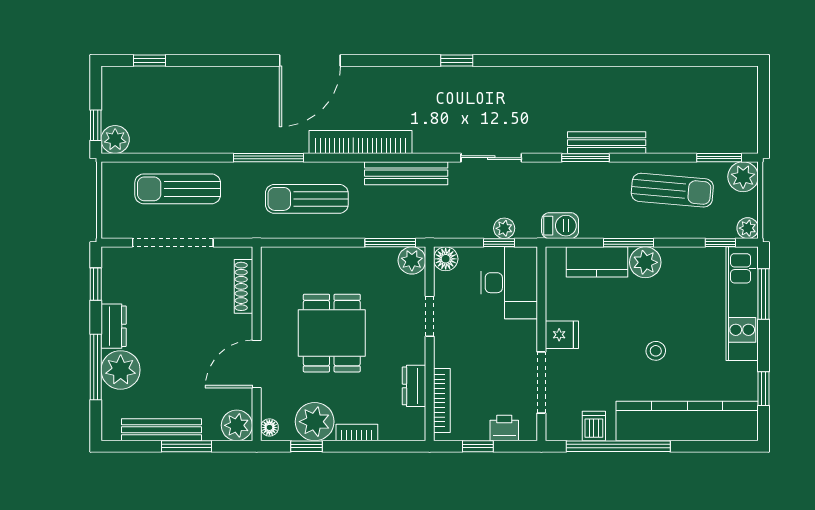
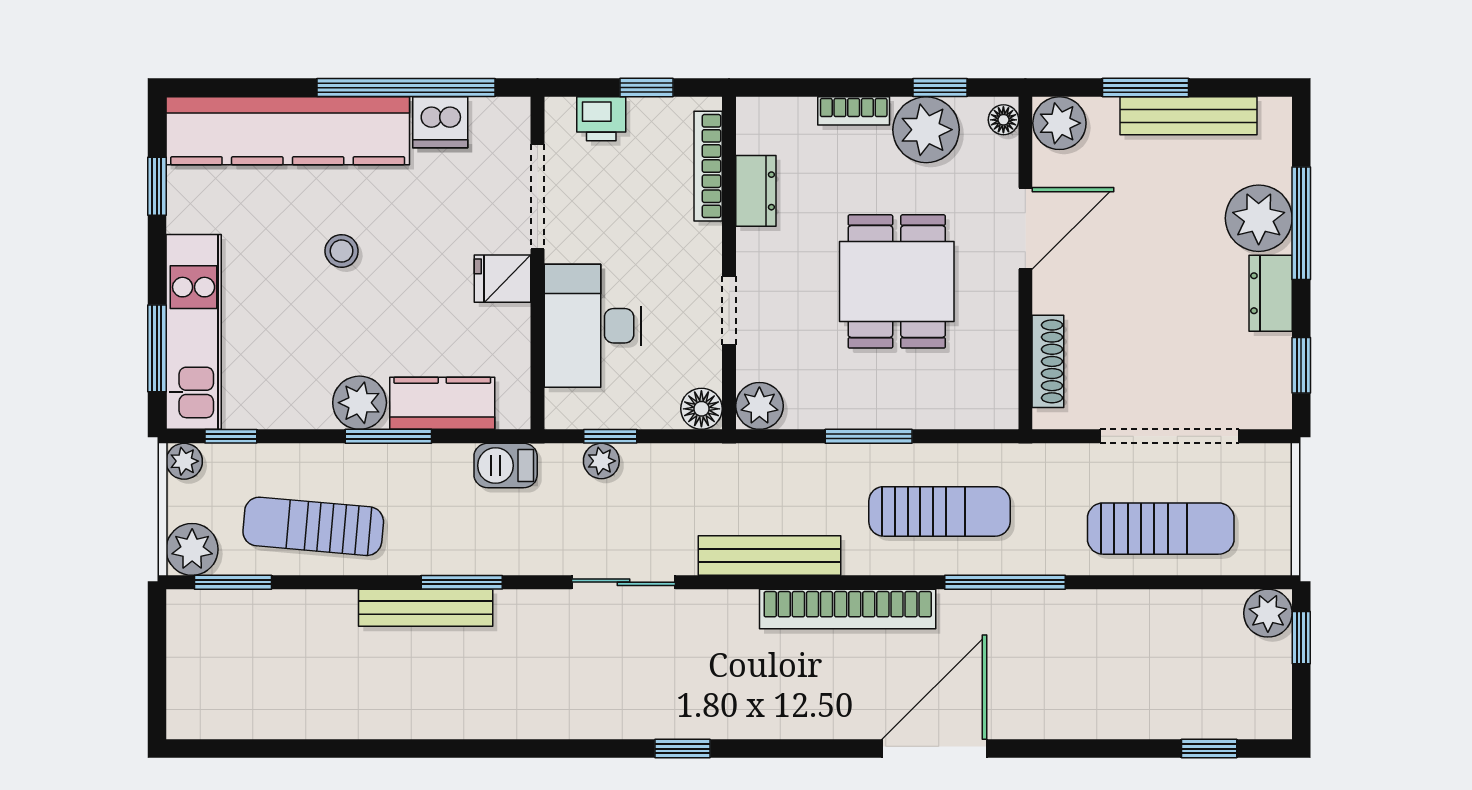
window: (390, 243) -> (869, 436), moved
desk: (509, 283) -> (593, 326), moved
dishwasher: (594, 426) -> (440, 122), width x1.38

